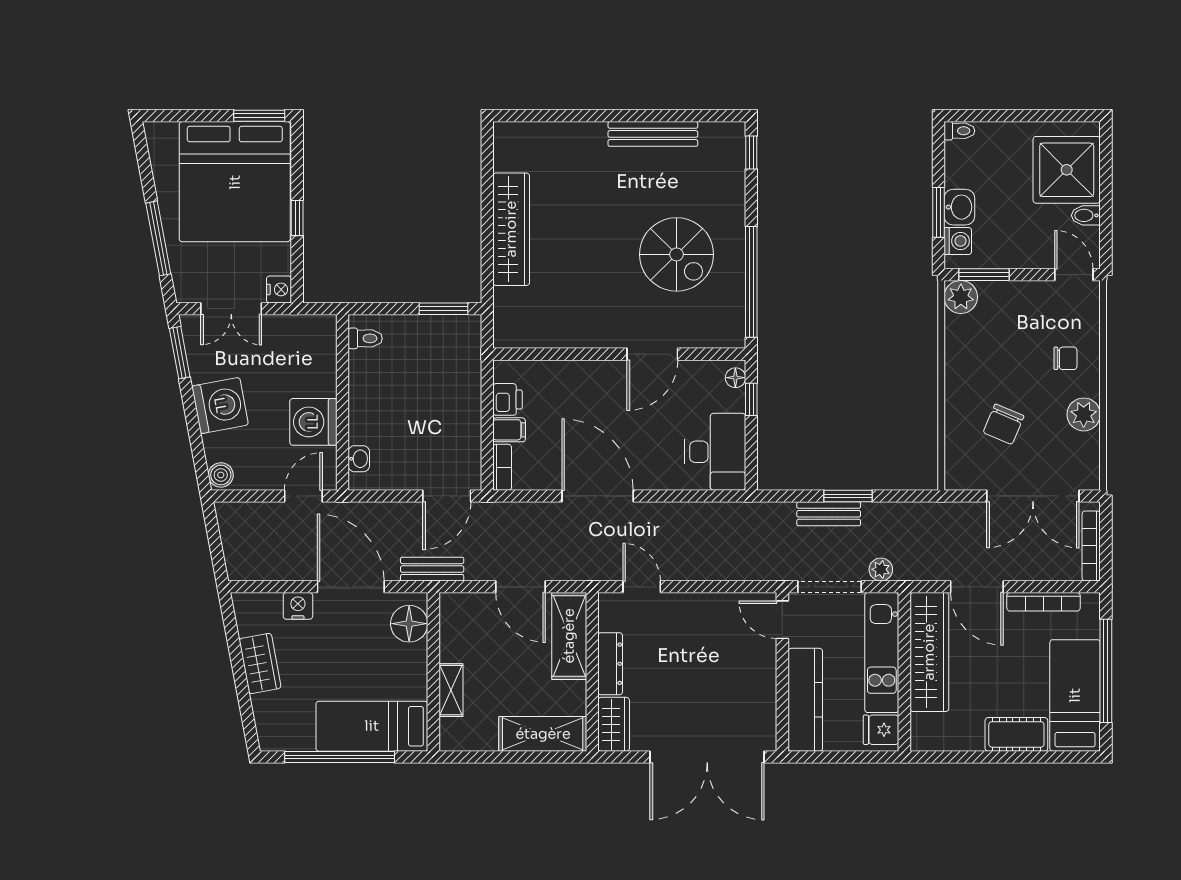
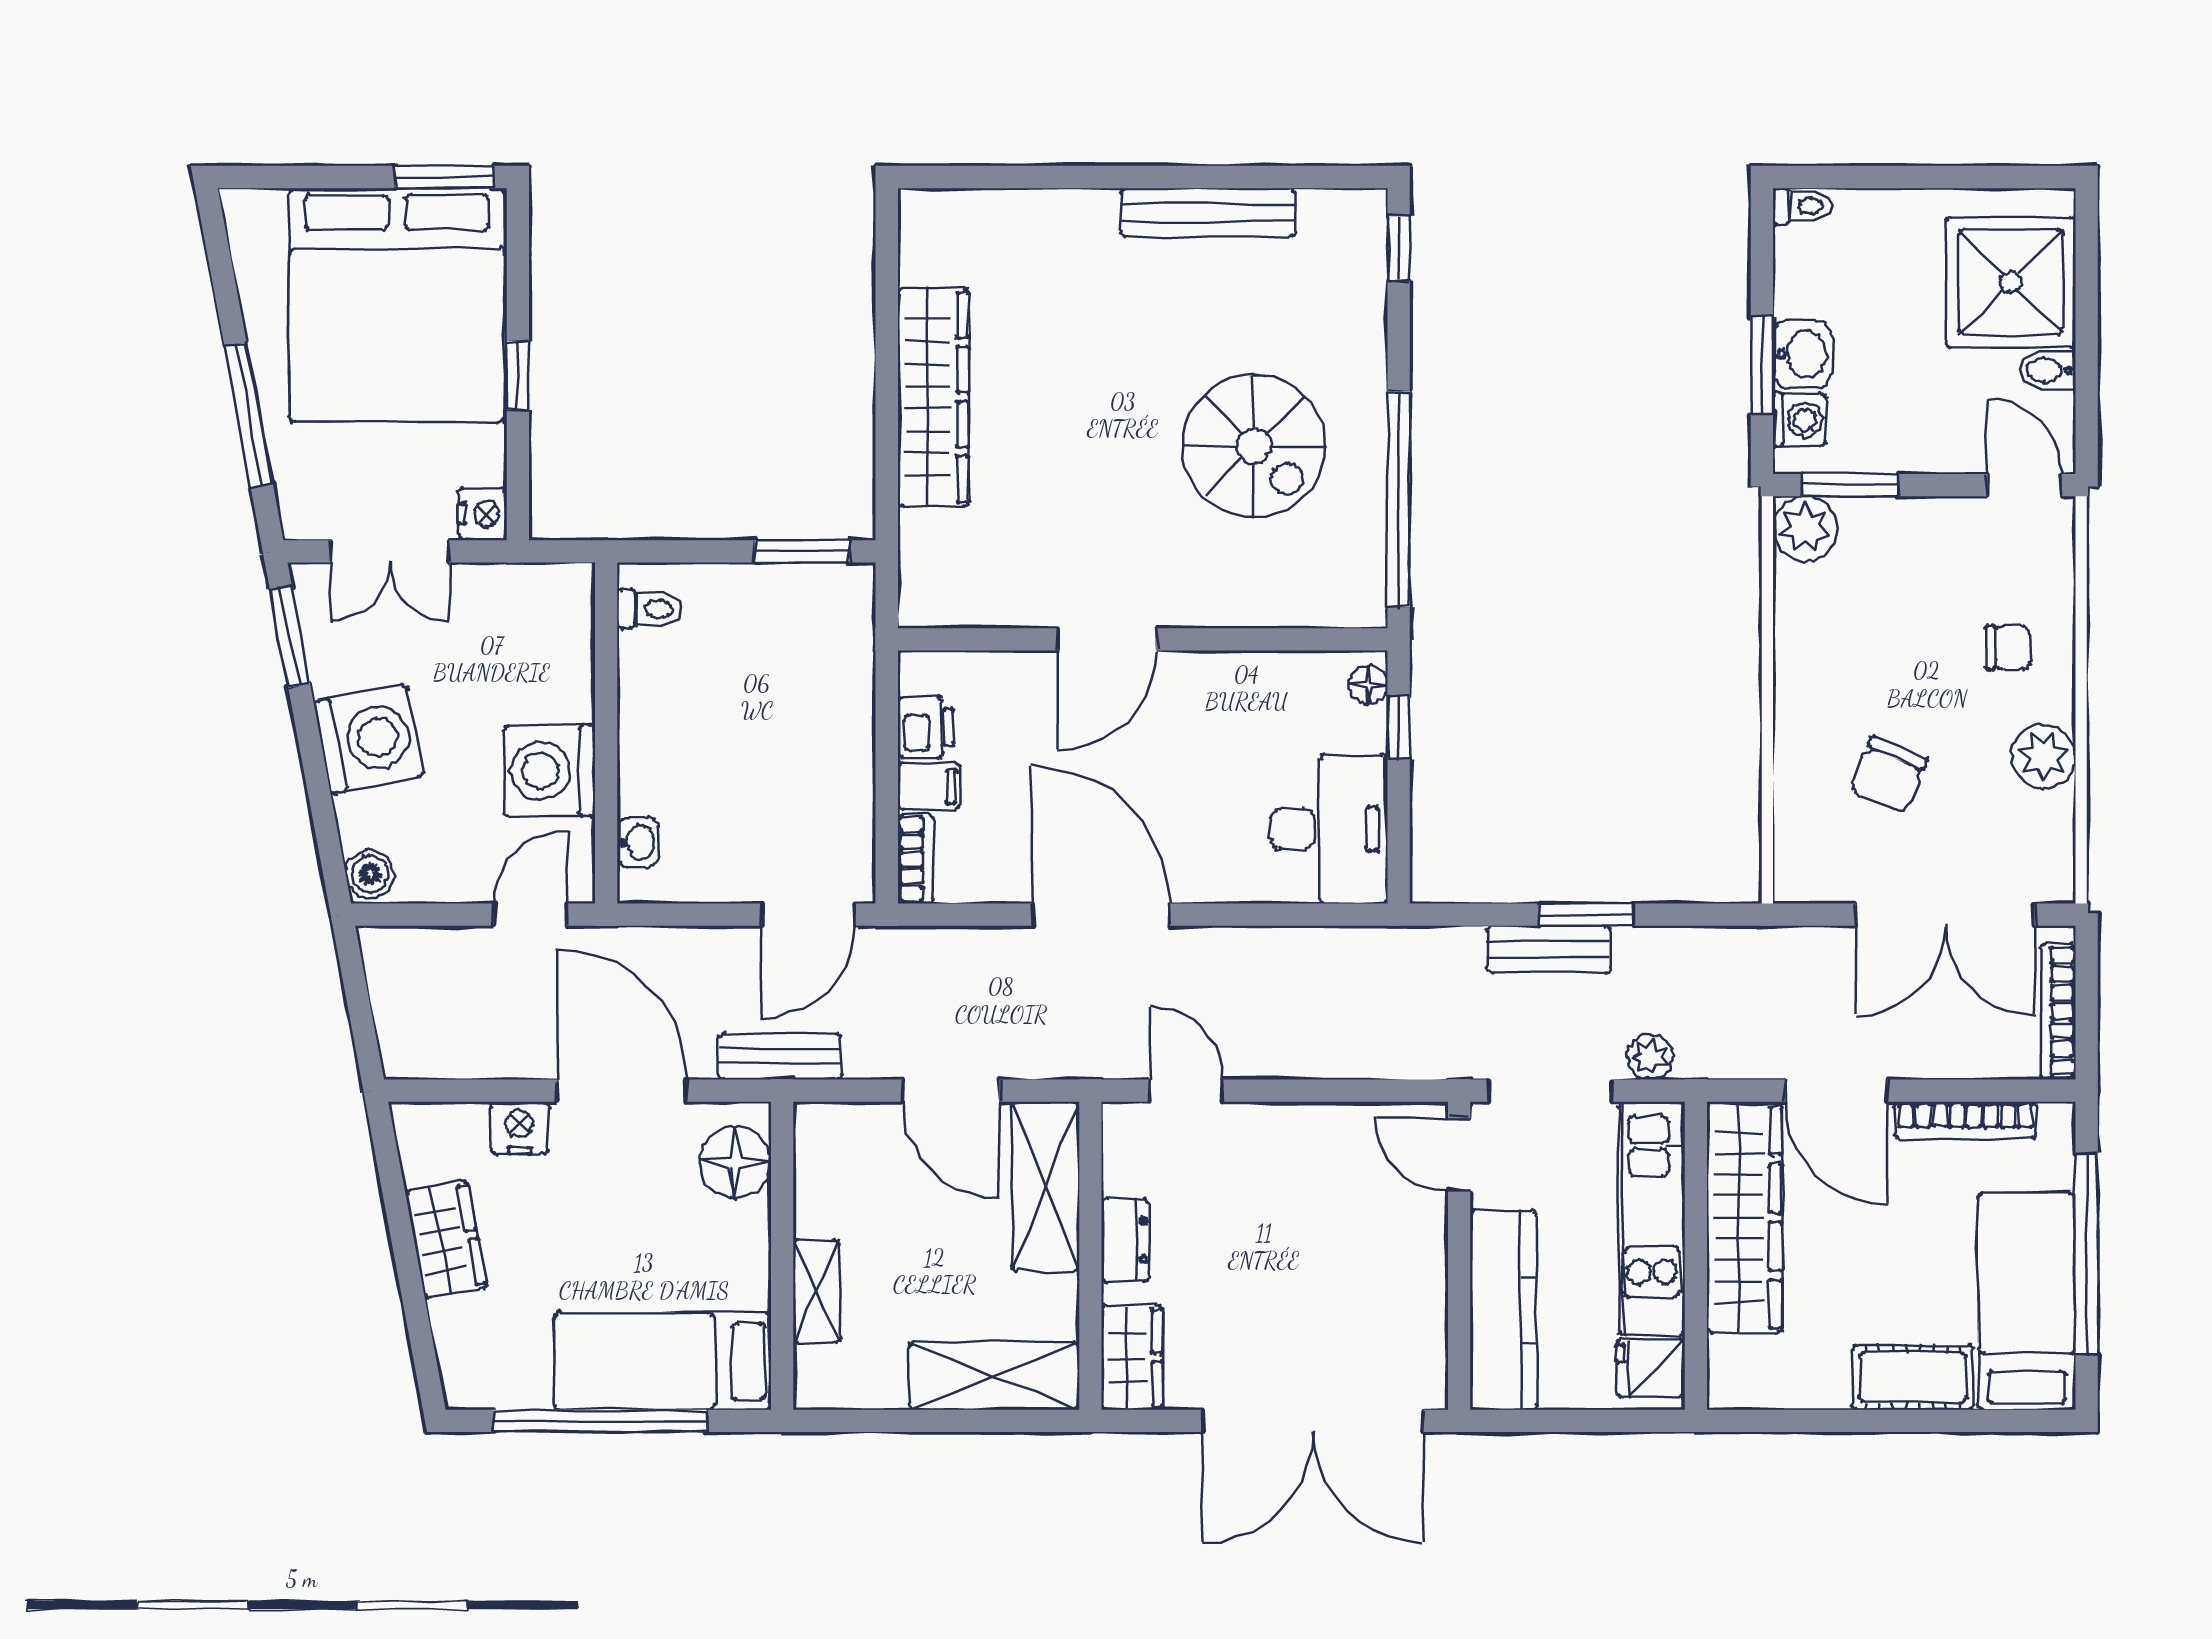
door: (652, 354) -> (1107, 639), moved
dresser: (610, 664) -> (1125, 1240), width x0.70

